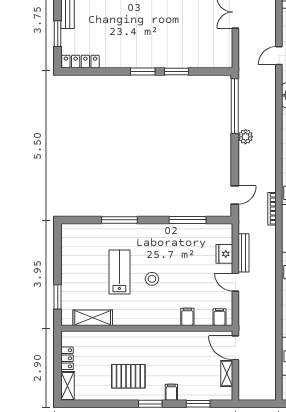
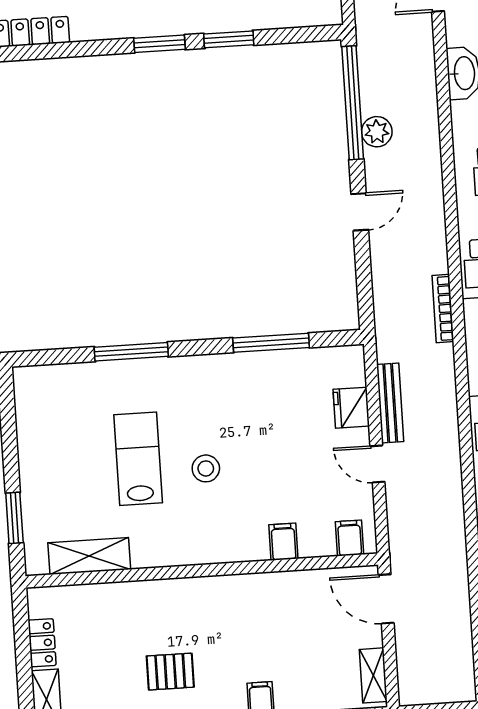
plant: (245, 137) -> (377, 132), moved
door: (235, 195) -> (360, 212), moved
shelving: (227, 374) -> (373, 675), moved
pallet: (128, 376) -> (170, 672), width x0.67, depth x0.71

